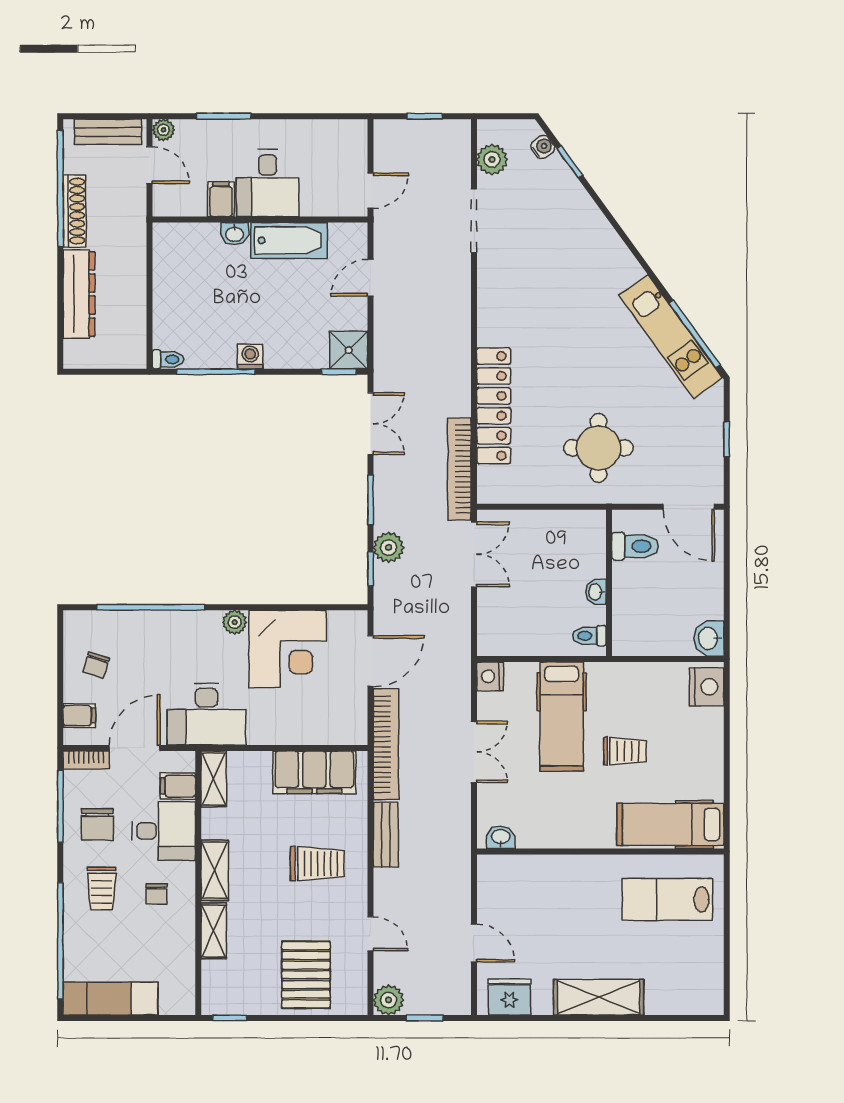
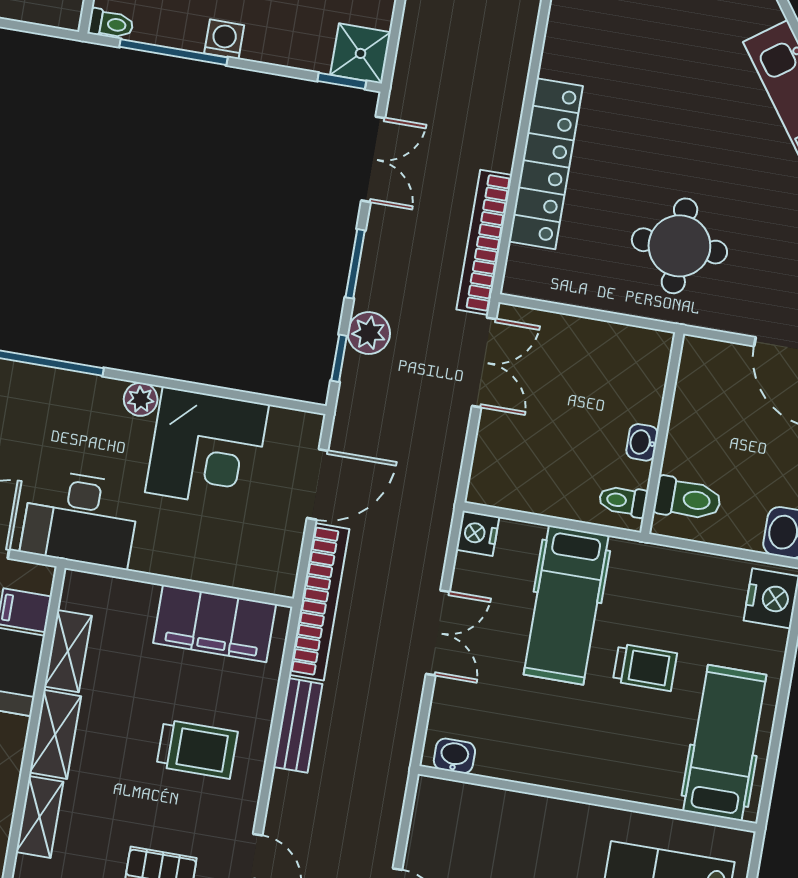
toilet: (635, 546) -> (688, 499), moved
shelving: (214, 779) -> (68, 651), moved
hospital bed: (670, 824) -> (725, 743), moved, turned 90

